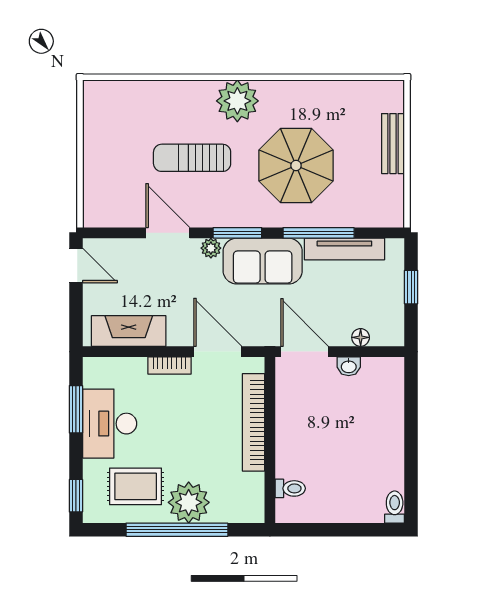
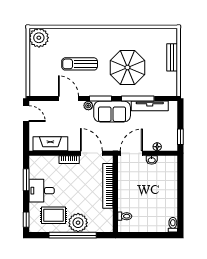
plant: (237, 101) -> (39, 38), moved
window: (411, 287) -> (180, 137), moved
door: (305, 352) -> (131, 153), hinge flipped
desk: (110, 424) -> (42, 191), width x0.73

